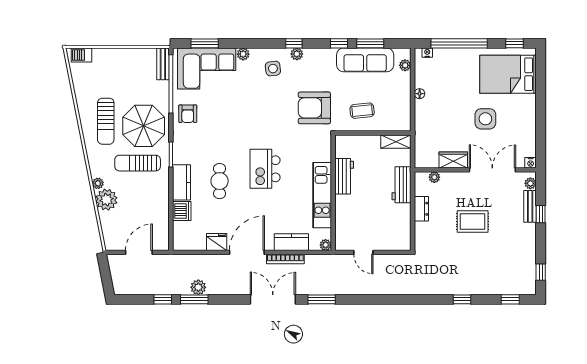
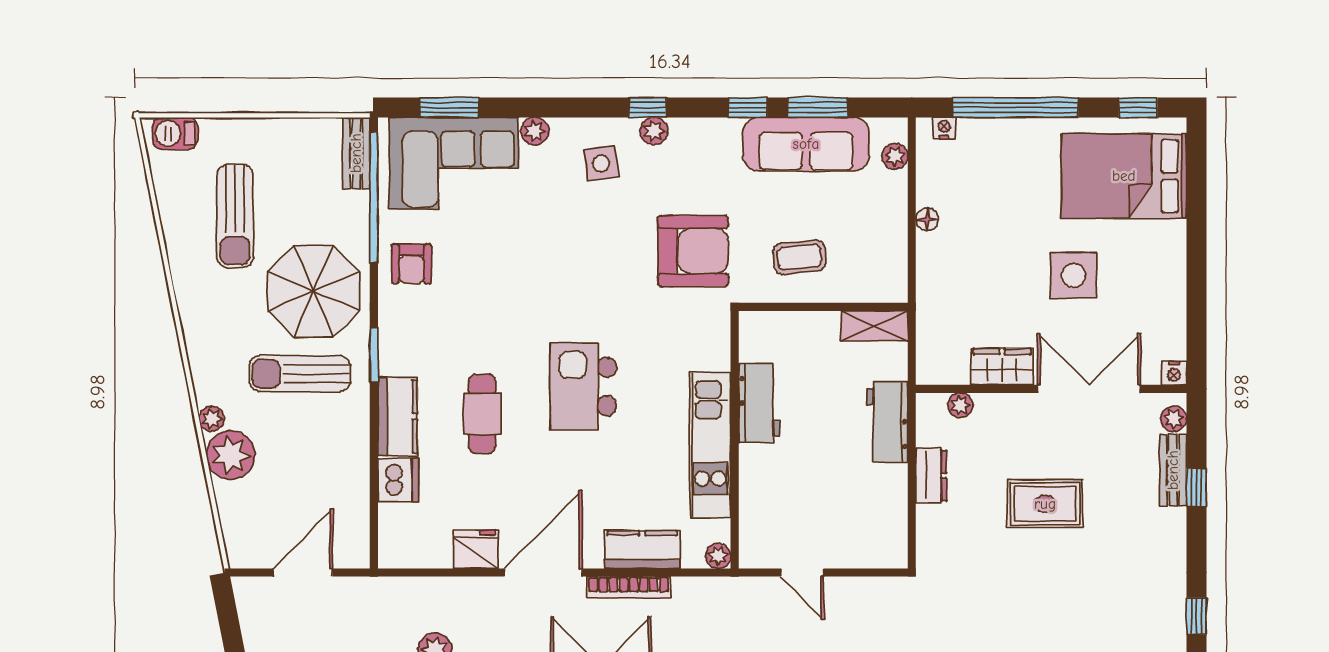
armchair: (314, 108) -> (693, 251), turned 180
sun lounger: (106, 121) -> (235, 216), moved

